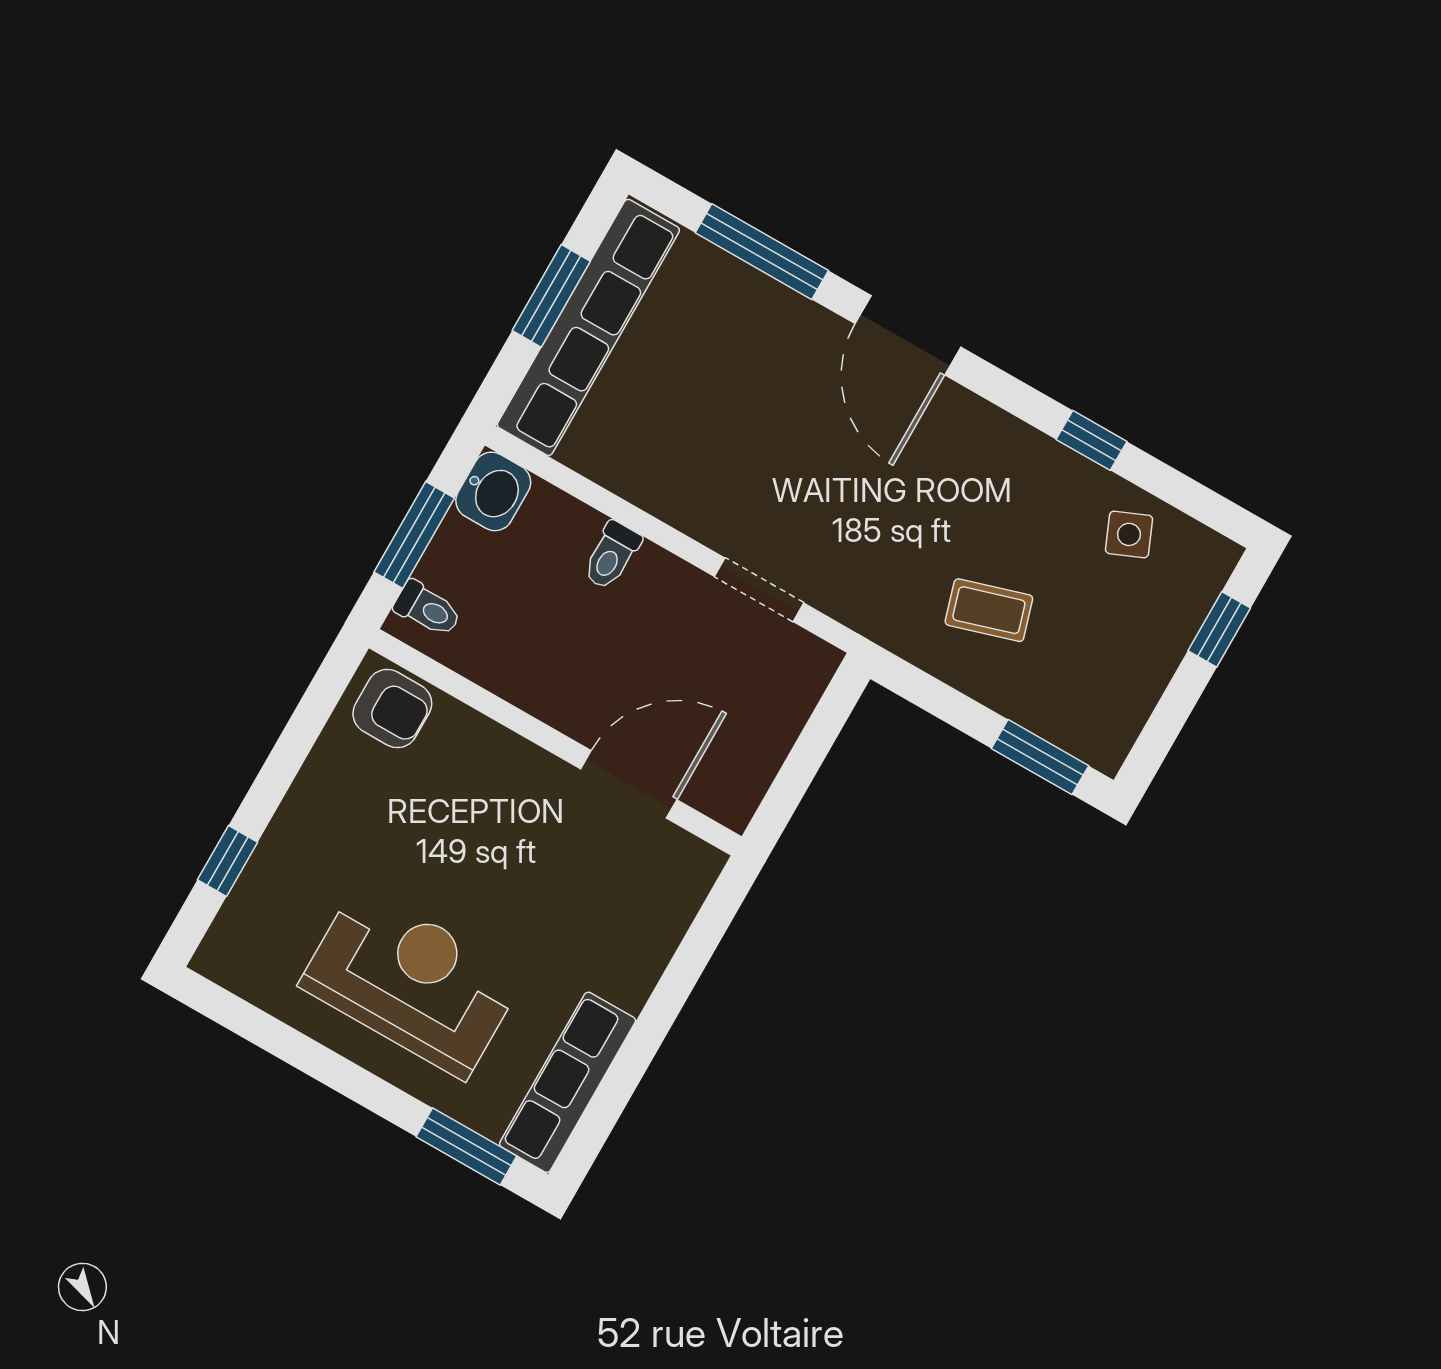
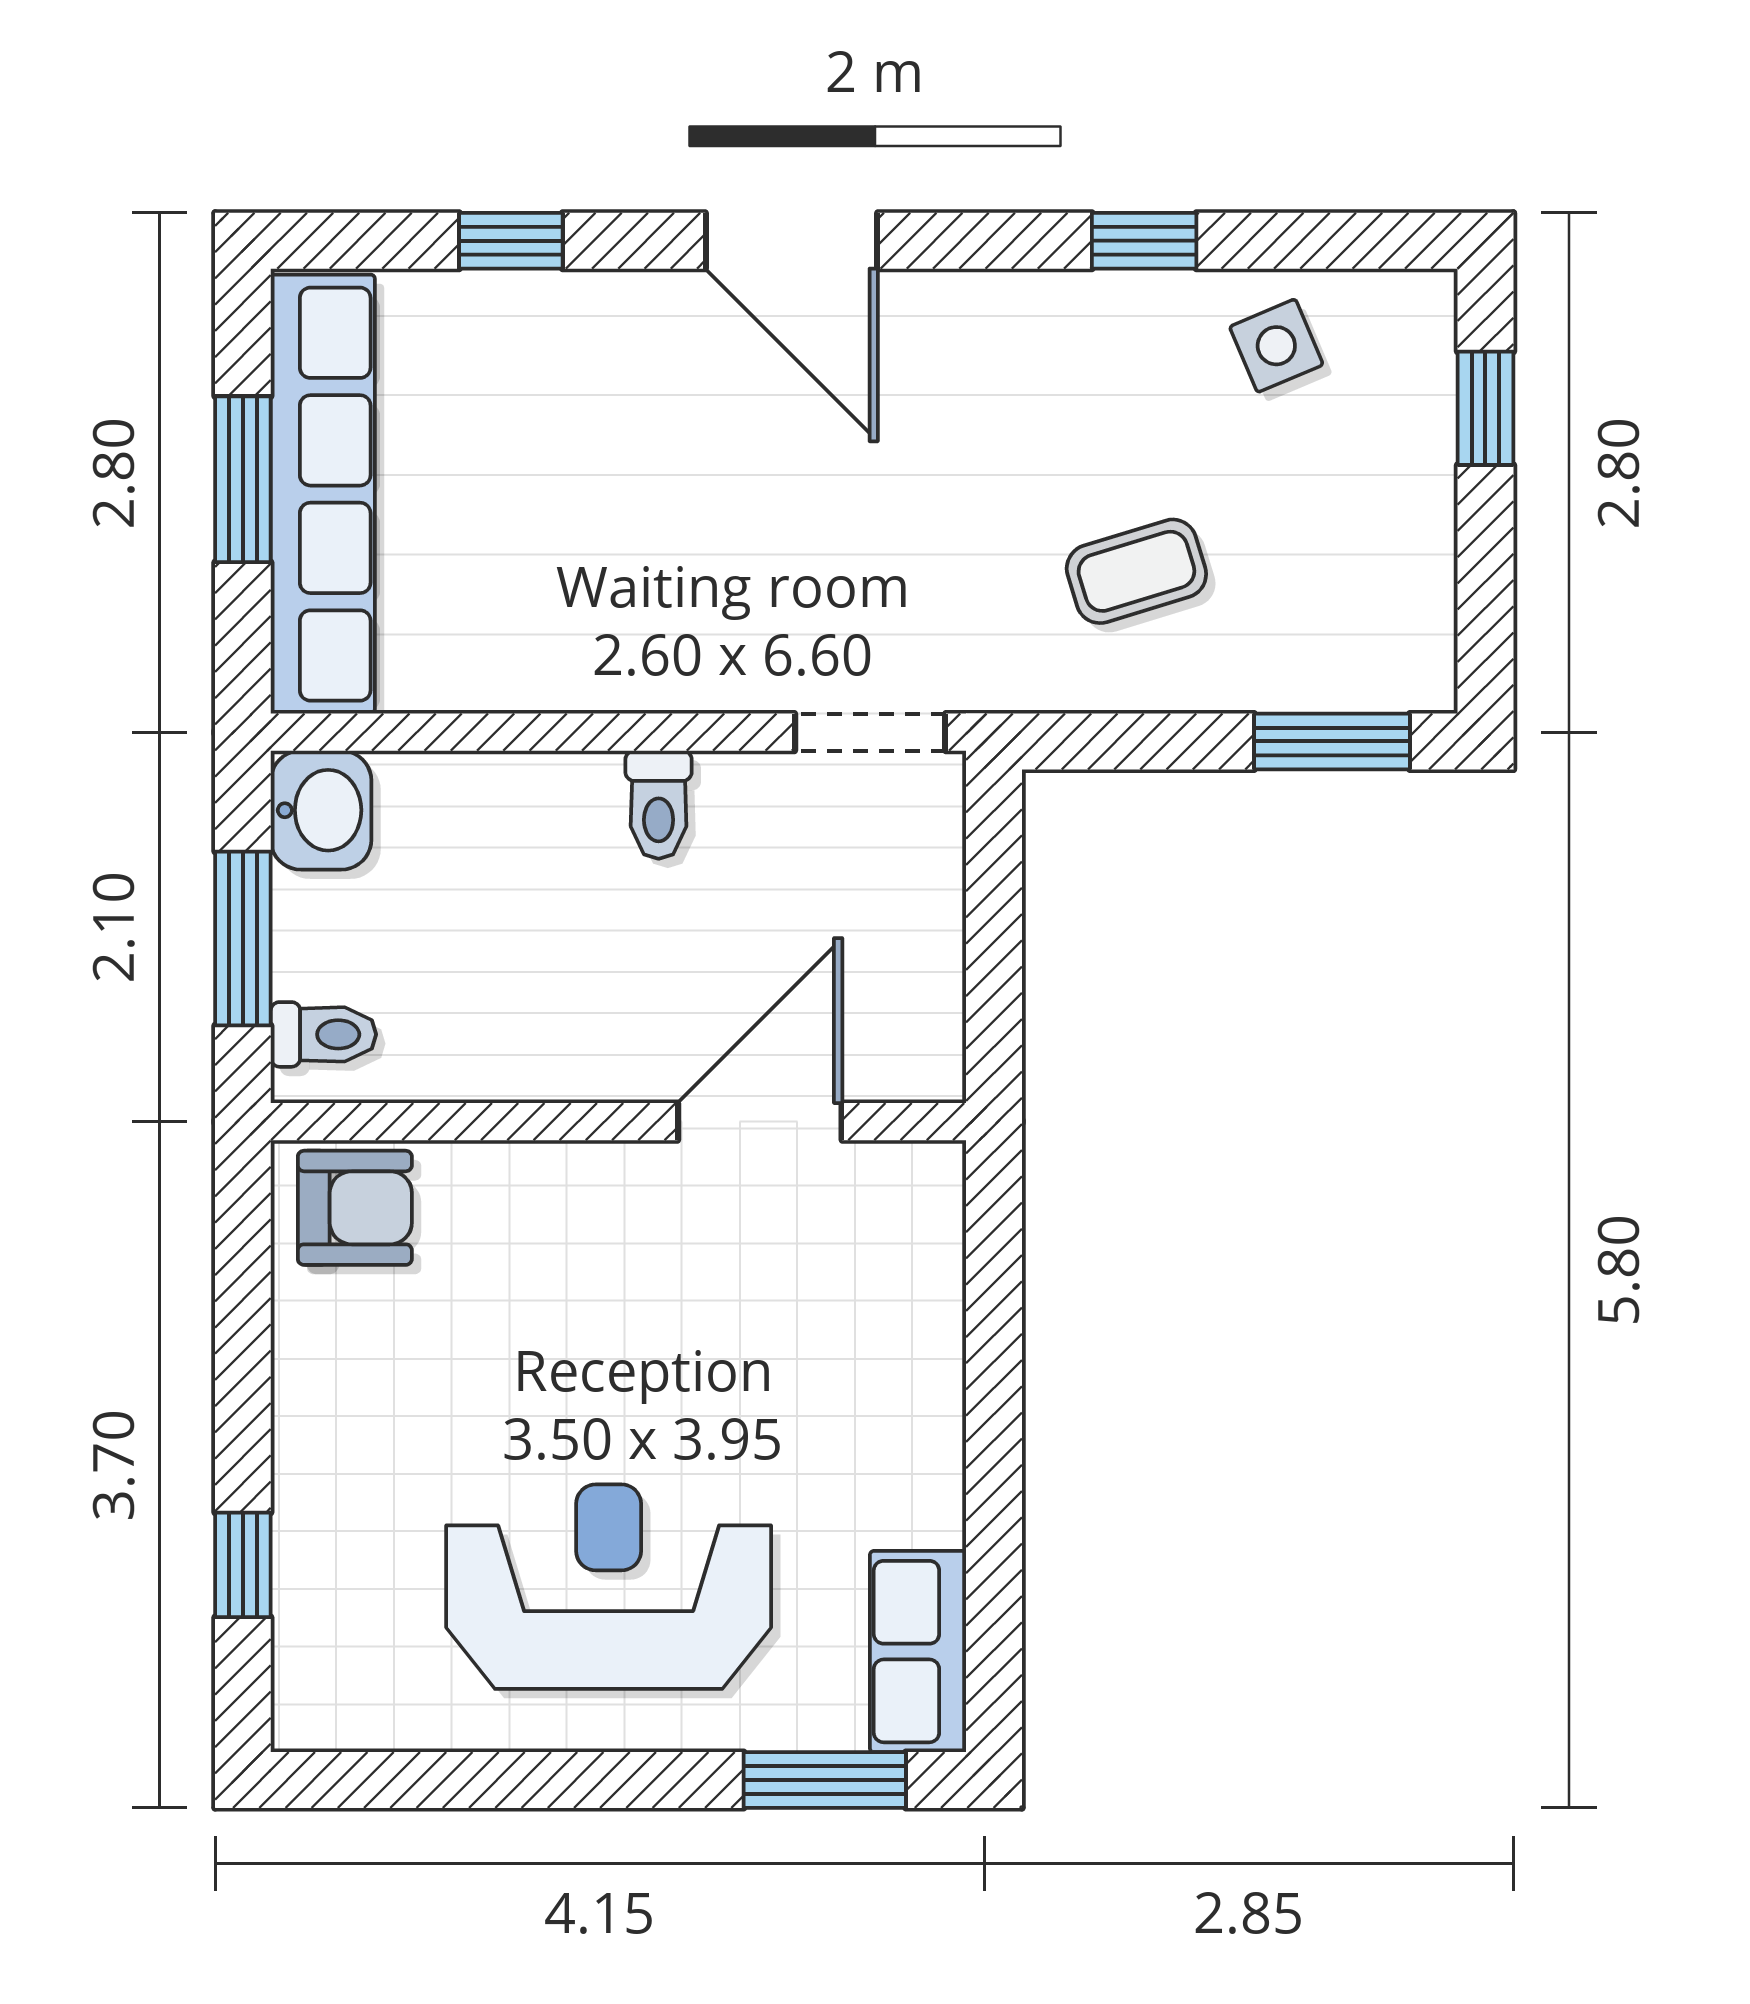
window: (762, 252) -> (511, 241), width x0.46
toilet: (612, 555) -> (659, 805), moved
doorway: (759, 590) -> (870, 732), moved
row of seats: (568, 1082) -> (918, 1652), width x0.68

